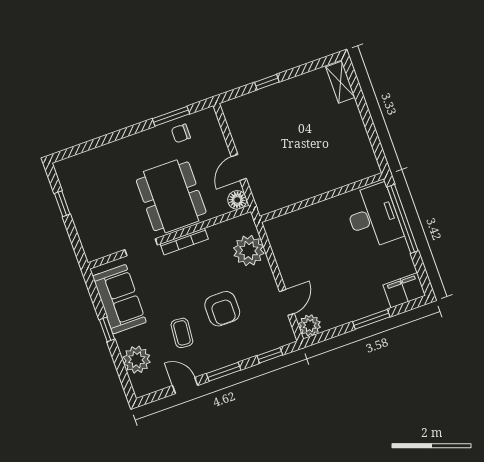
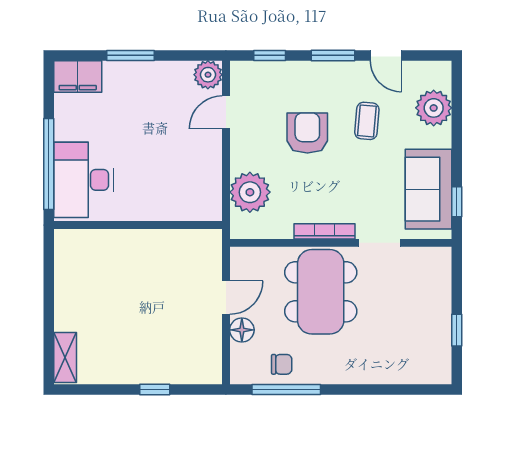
window: (171, 116) -> (286, 389), width x1.44
floor lamp: (237, 200) -> (242, 330), moved
window: (107, 329) -> (457, 202), moved

